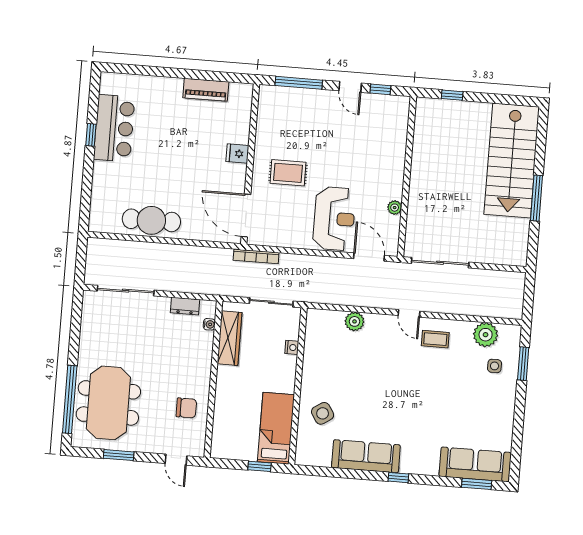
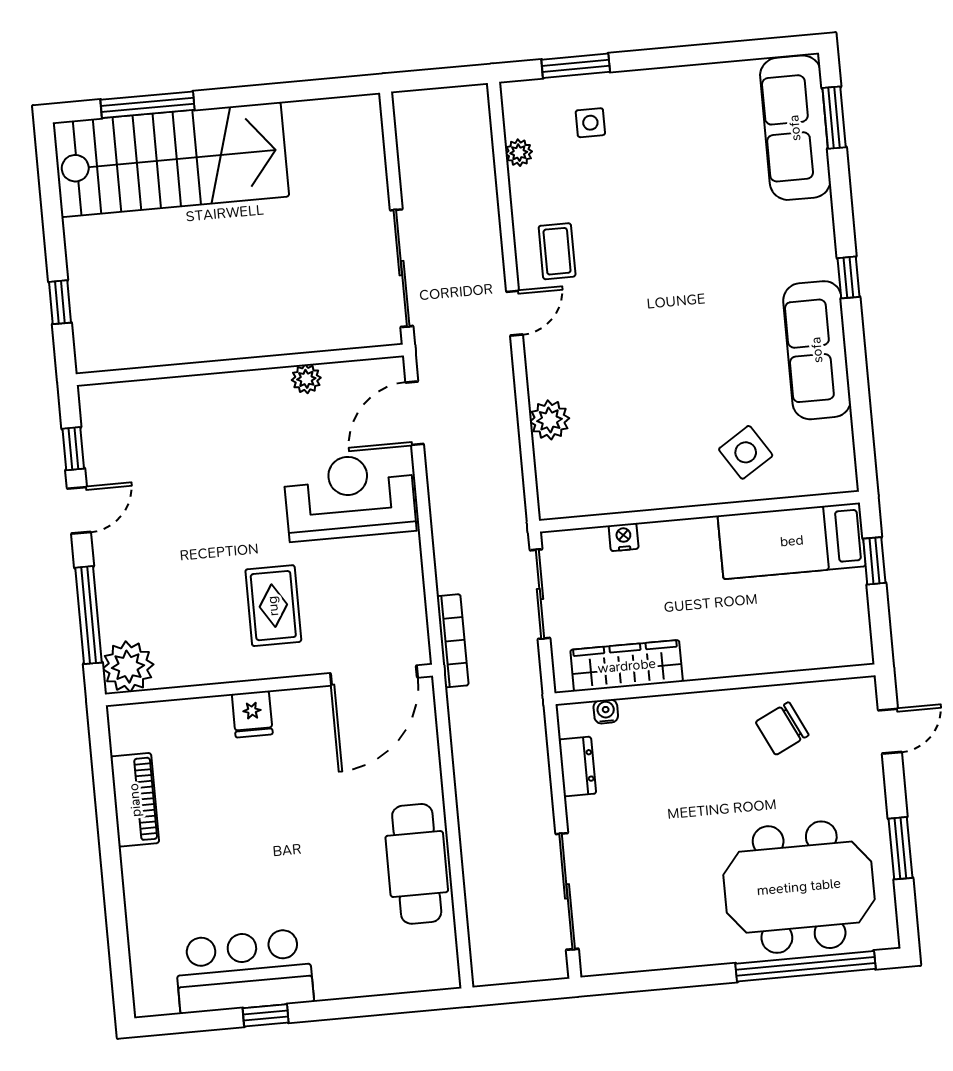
plant: (271, 98) -> (128, 667), added
window: (536, 198) -> (147, 105), moved
plant: (486, 335) -> (519, 153), width x0.53, depth x0.53
chair: (186, 408) -> (782, 729), turned -116

